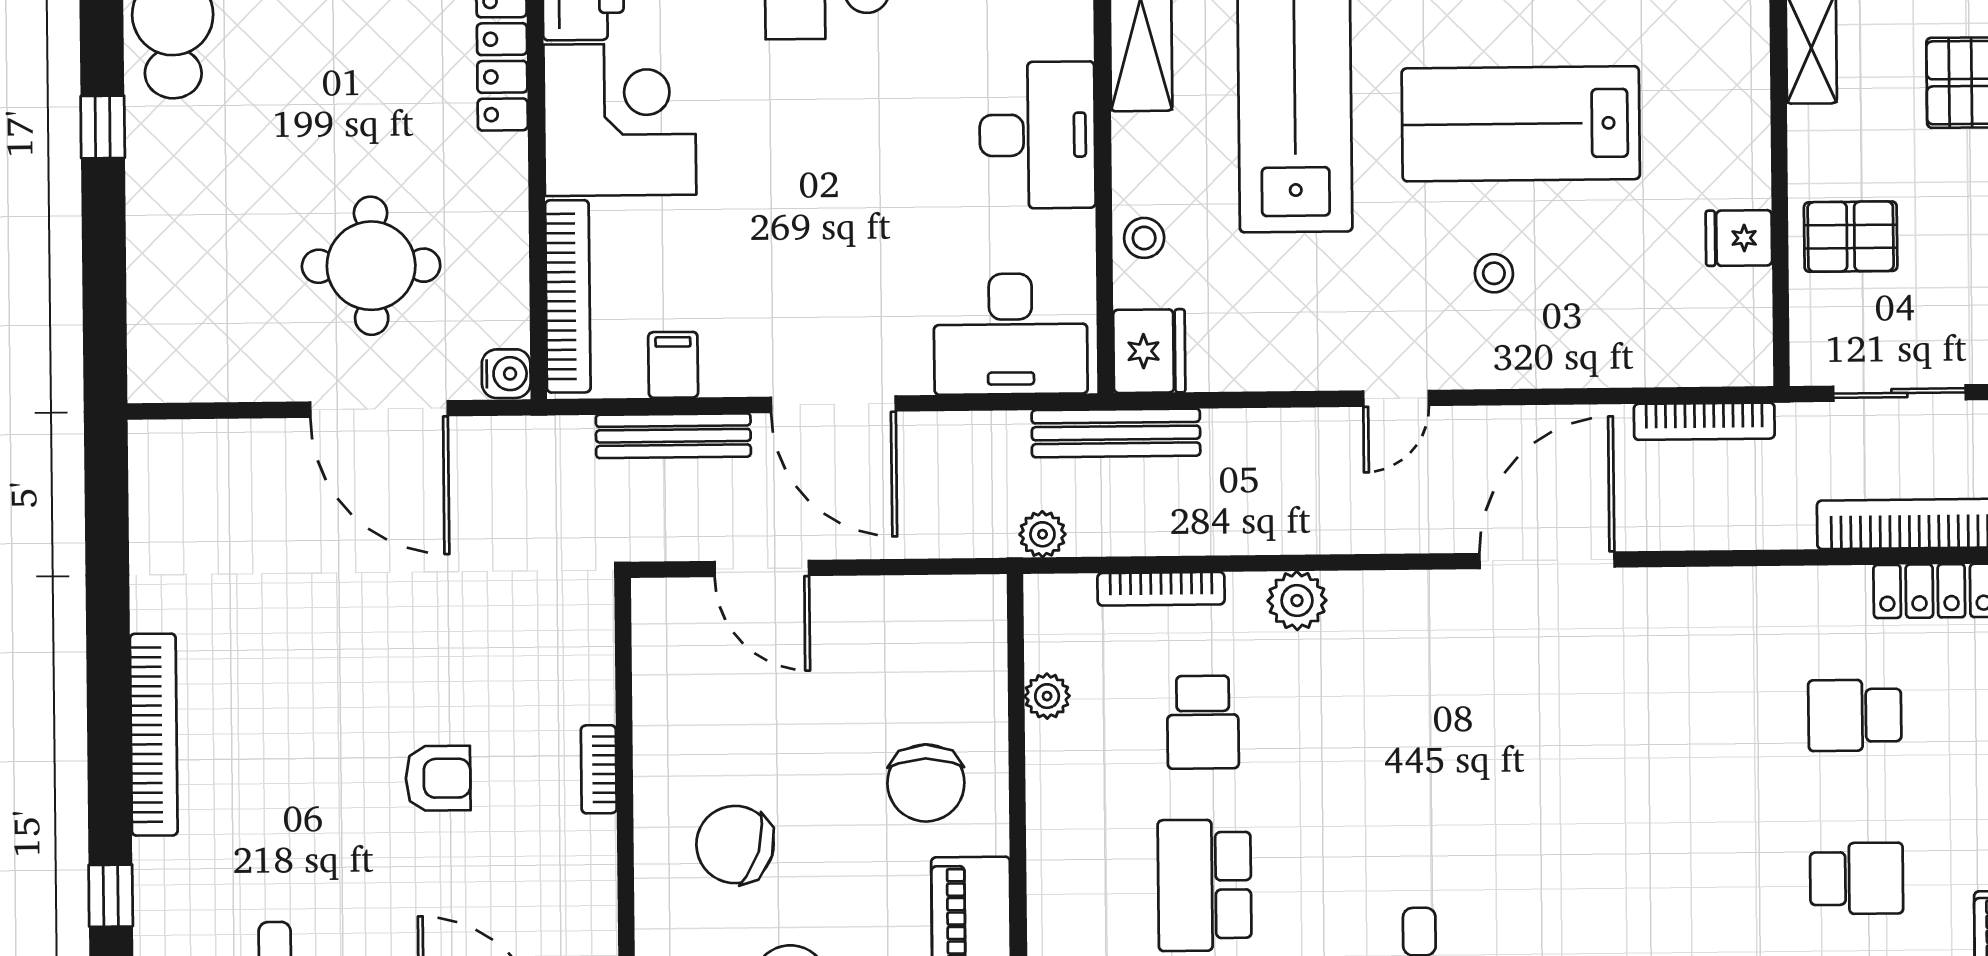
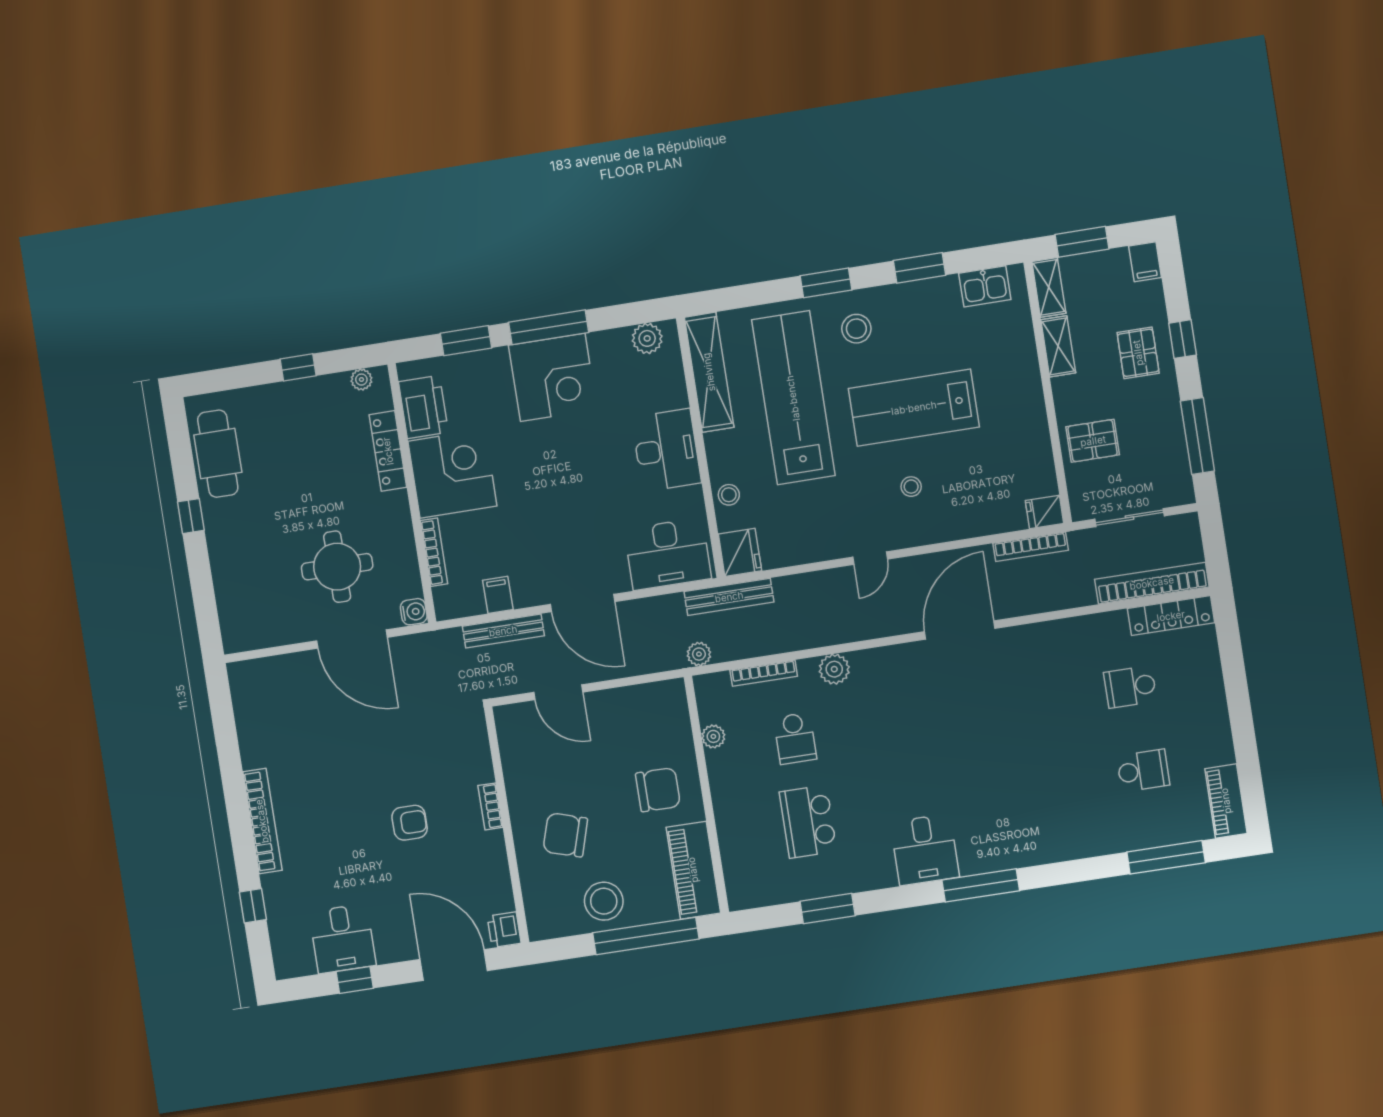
fridge: (1739, 238) -> (1045, 512), moved
bookcase: (568, 296) -> (434, 552), width x0.68, depth x0.76
chair: (926, 783) -> (658, 790), turned -90

